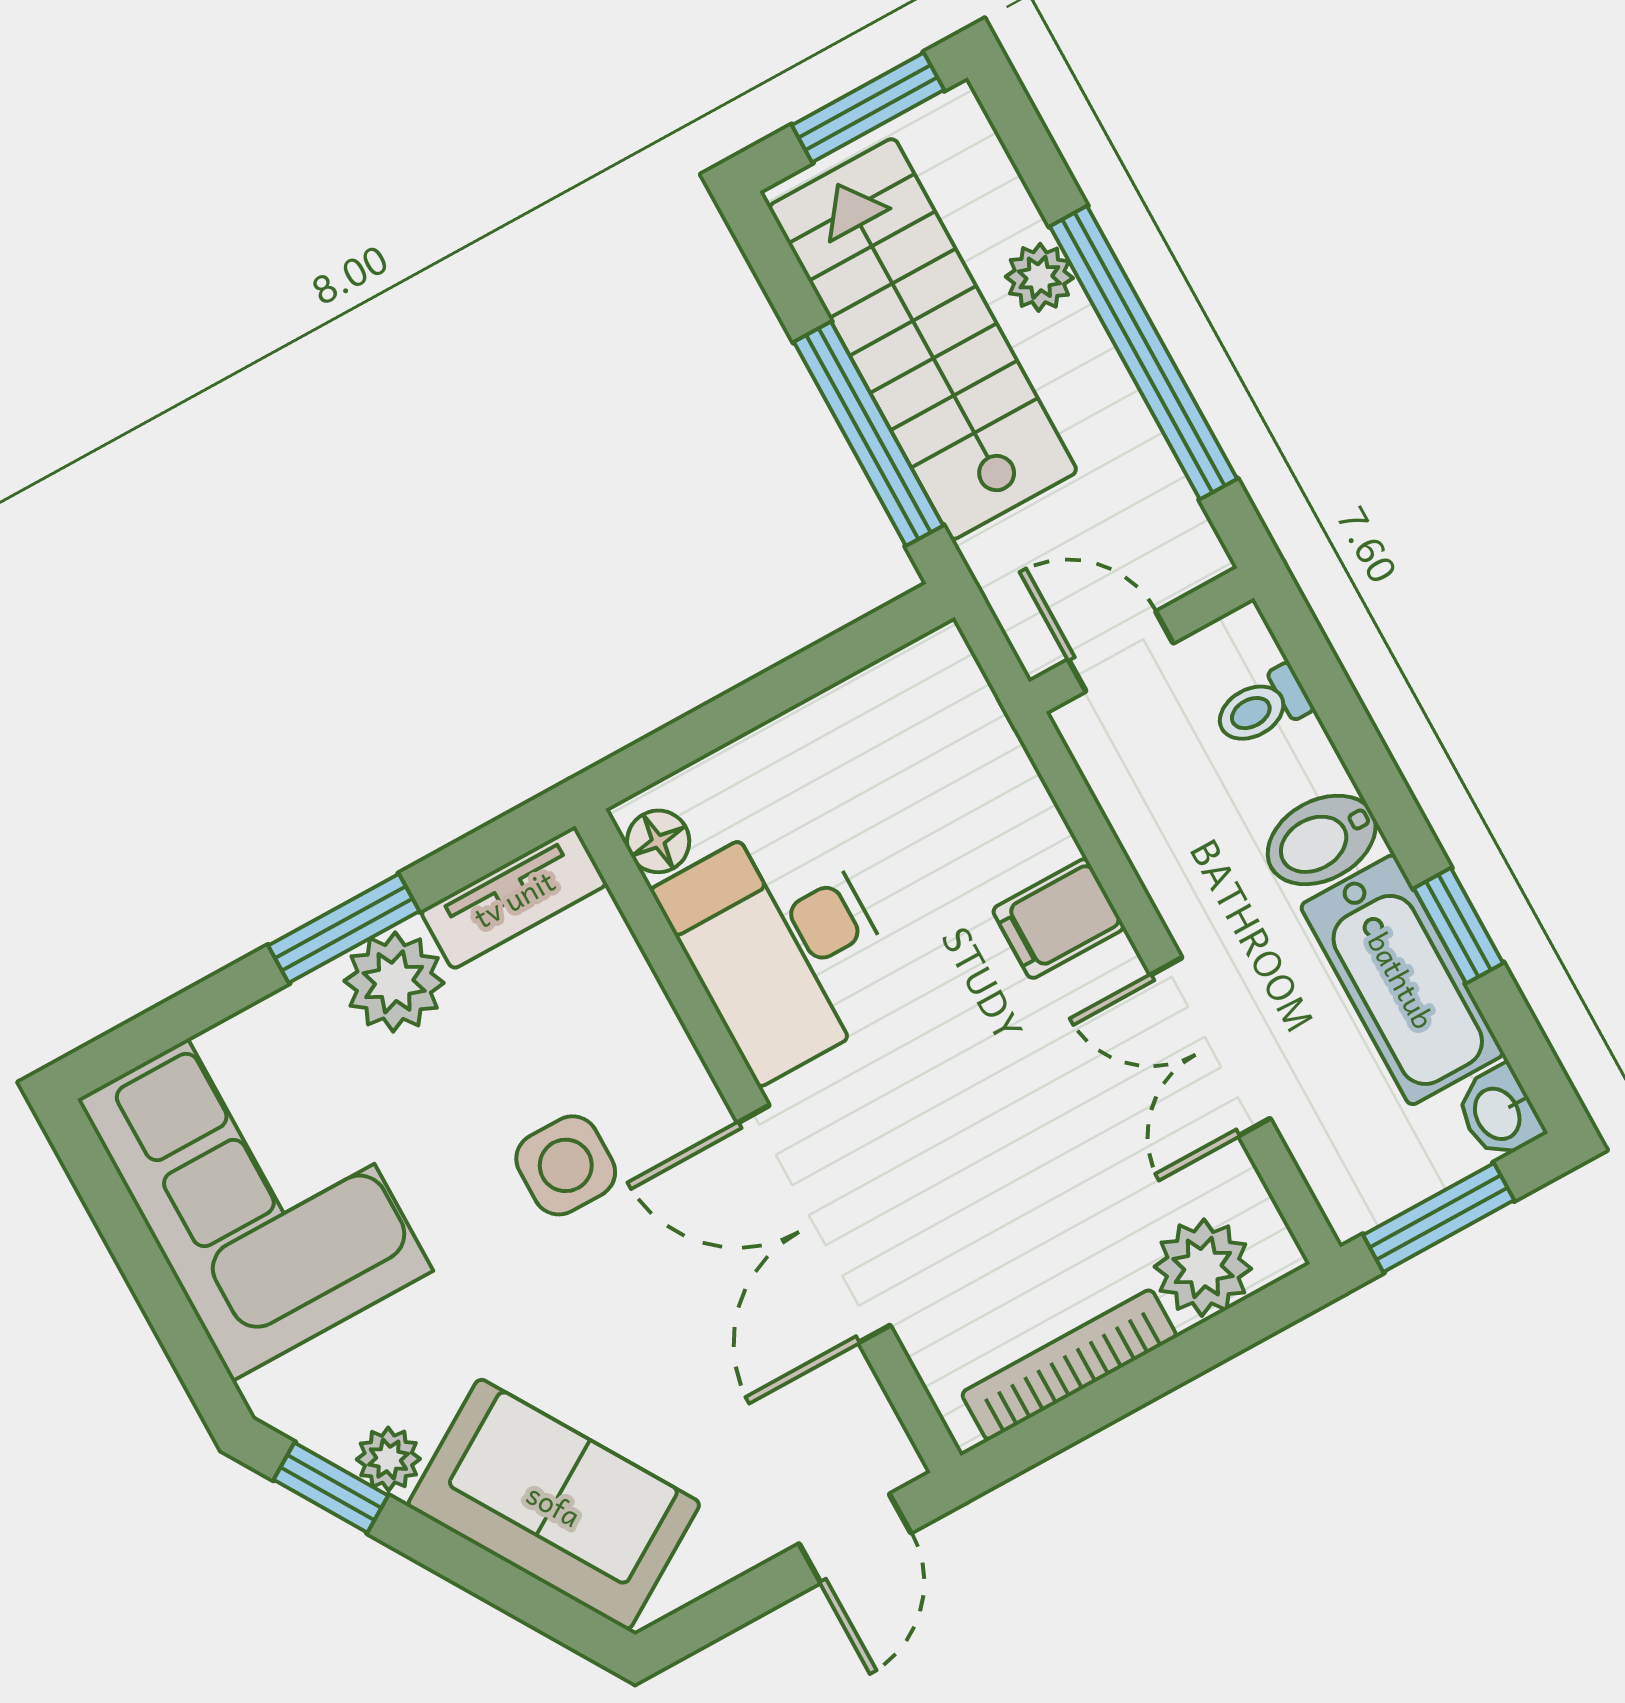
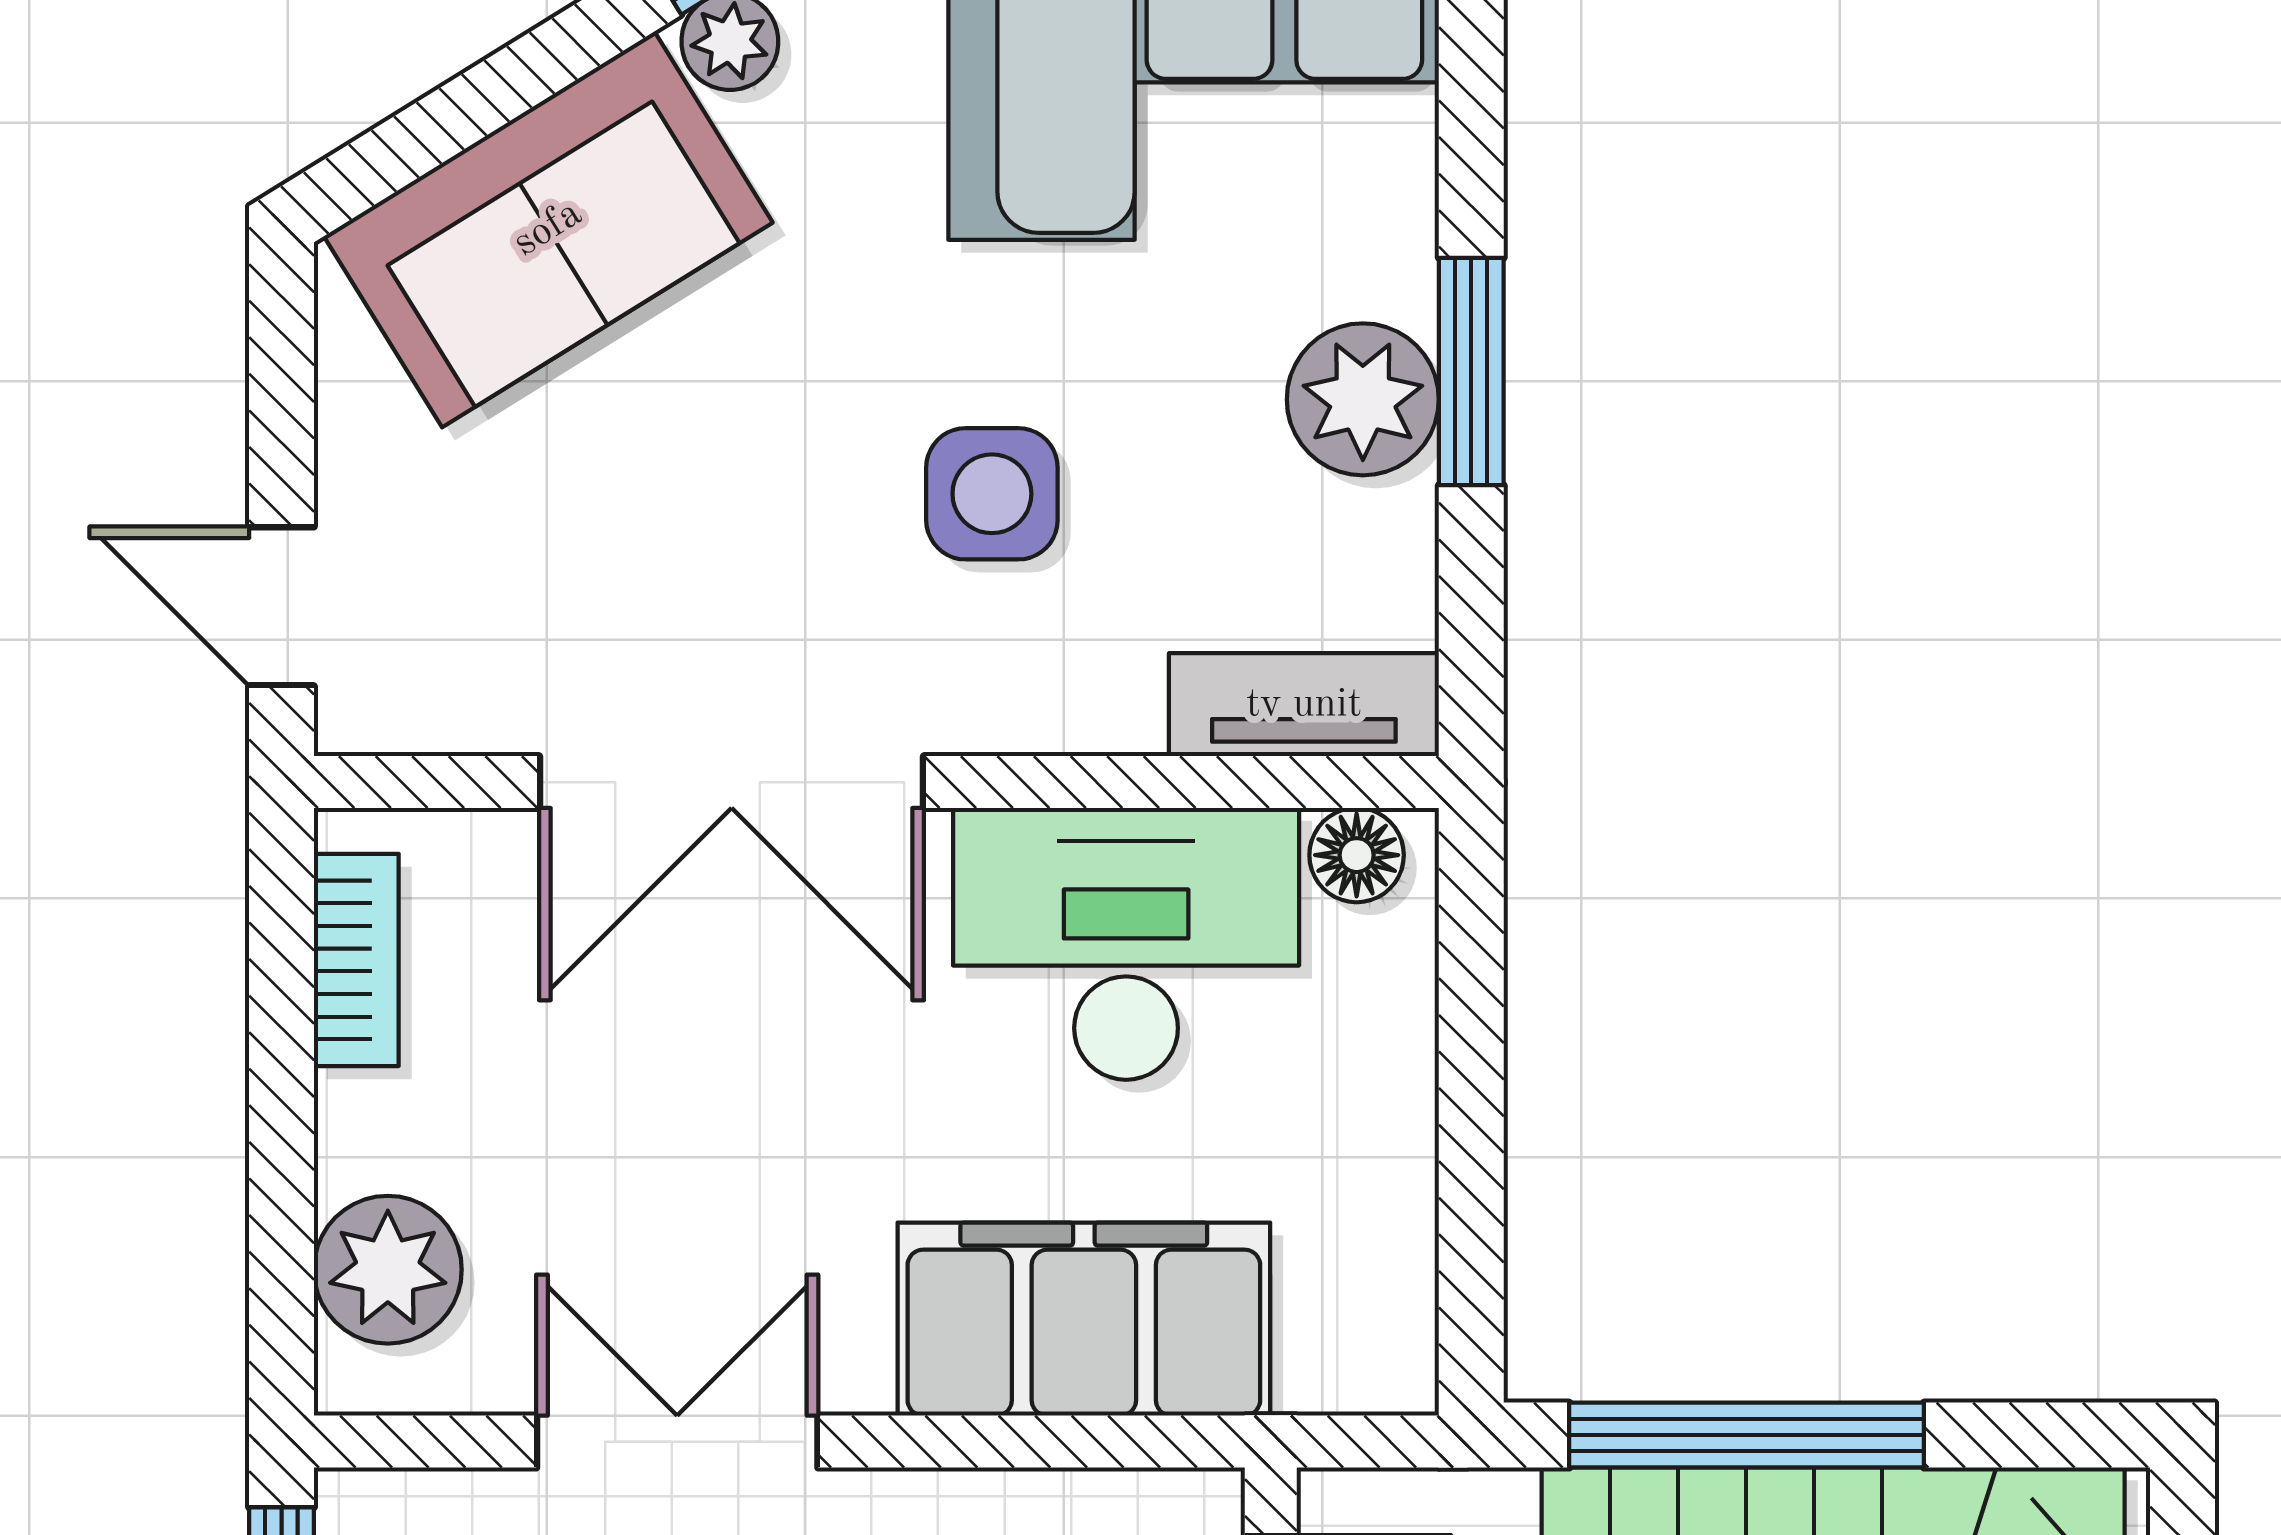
tv unit: (514, 898) -> (1304, 705), moved, turned 90
filing cabinet: (1058, 919) -> (1084, 1319), width x3.00, depth x1.17
double door: (814, 1224) -> (732, 782), swing flipped
bookcase: (1069, 1365) -> (356, 960), width x0.64

